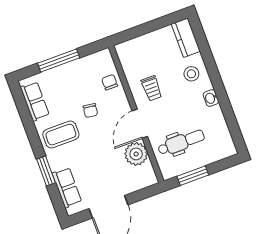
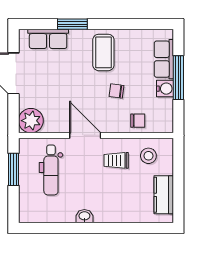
kitchen counter: (186, 38) -> (164, 195), moved, turned -90
water cooler: (73, 69) -> (165, 89), added
stool: (191, 74) -> (148, 156), moved
row of seats: (35, 101) -> (164, 59), moved, turned 90
plant: (136, 154) -> (31, 121), moved

